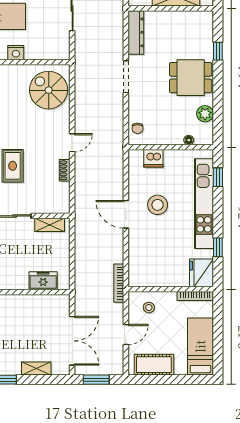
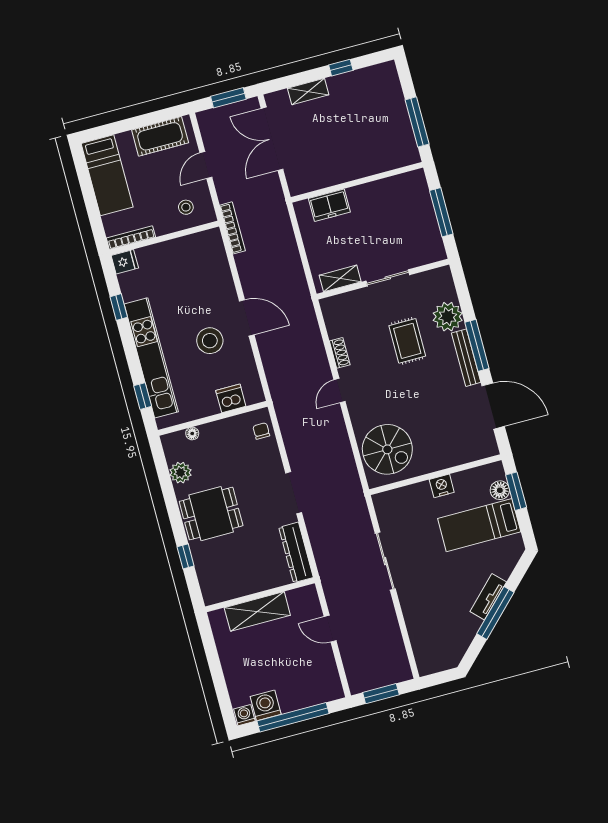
fridge: (201, 273) -> (125, 262), width x0.53, depth x0.75

